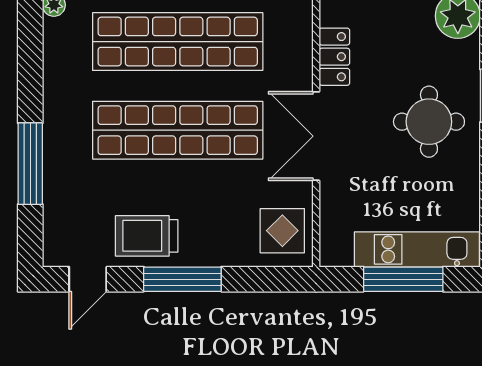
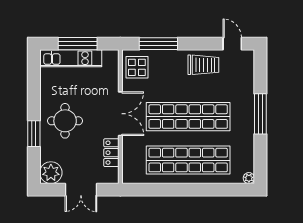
window: (30, 164) -> (260, 114), moved
door: (88, 279) -> (232, 44), hinge flipped
window: (182, 279) -> (158, 44), moved

